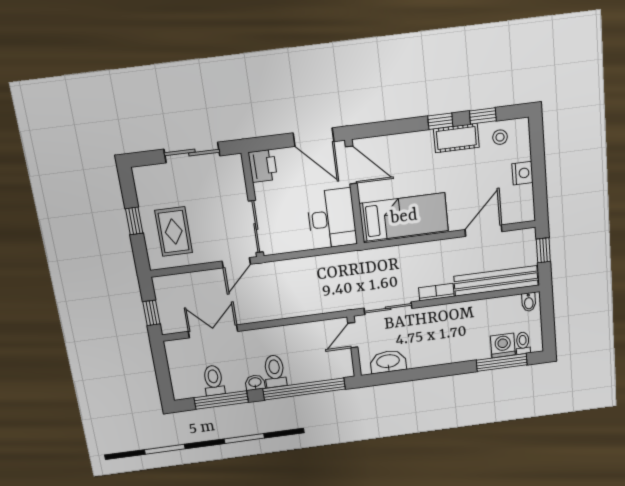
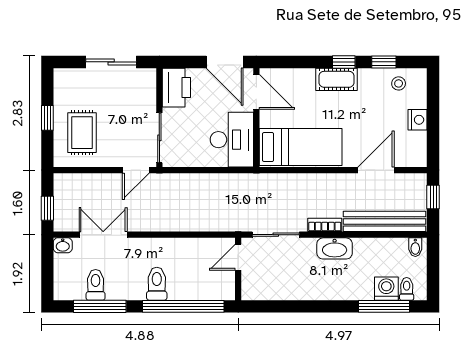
cot: (456, 138) -> (337, 79), moved
printer: (263, 166) -> (176, 88), width x1.37, depth x1.19
washbasin: (388, 362) -> (335, 248), moved, turned 180
washbasin: (255, 383) -> (63, 245), moved, turned 180

